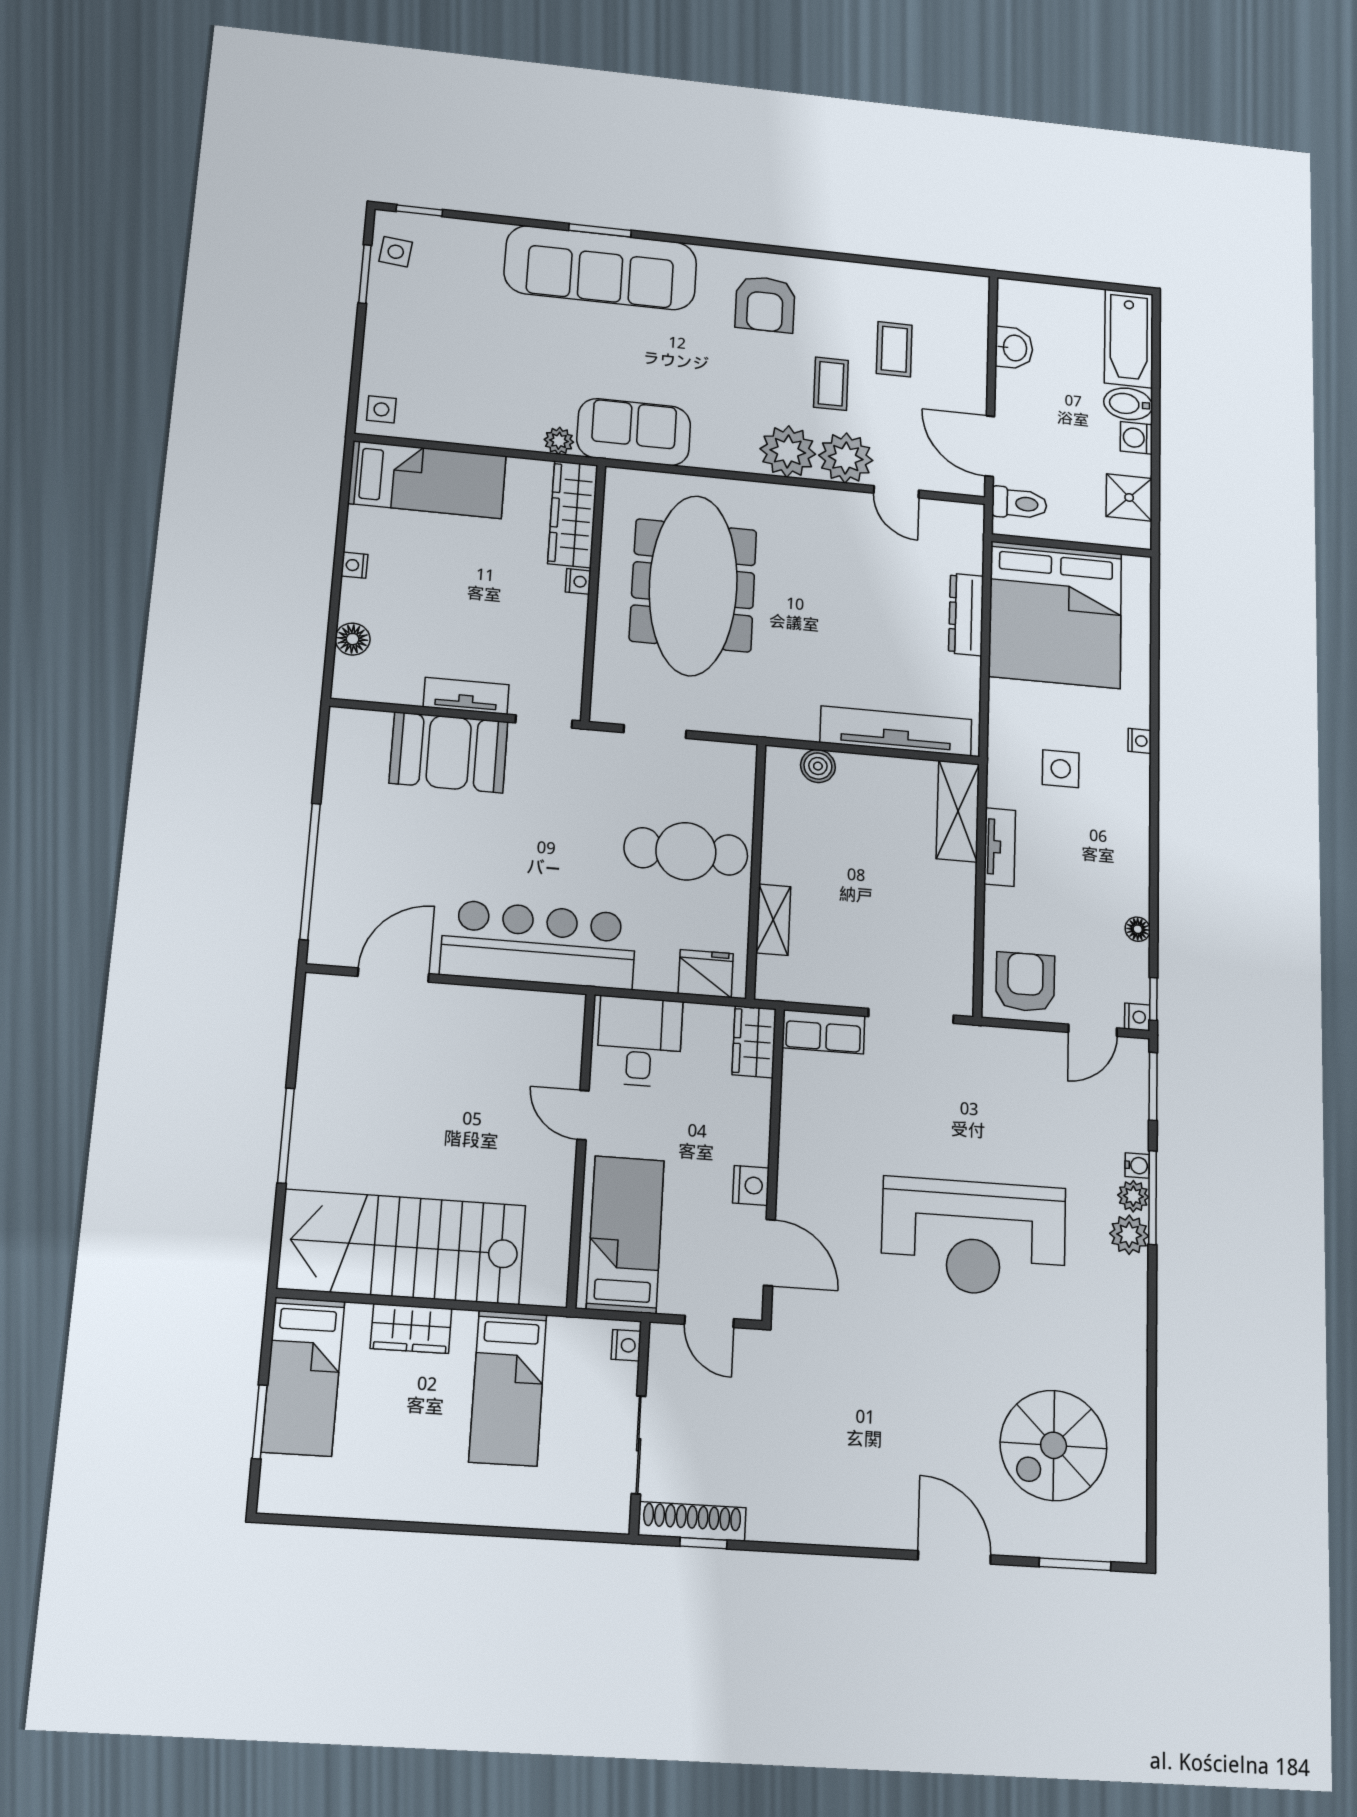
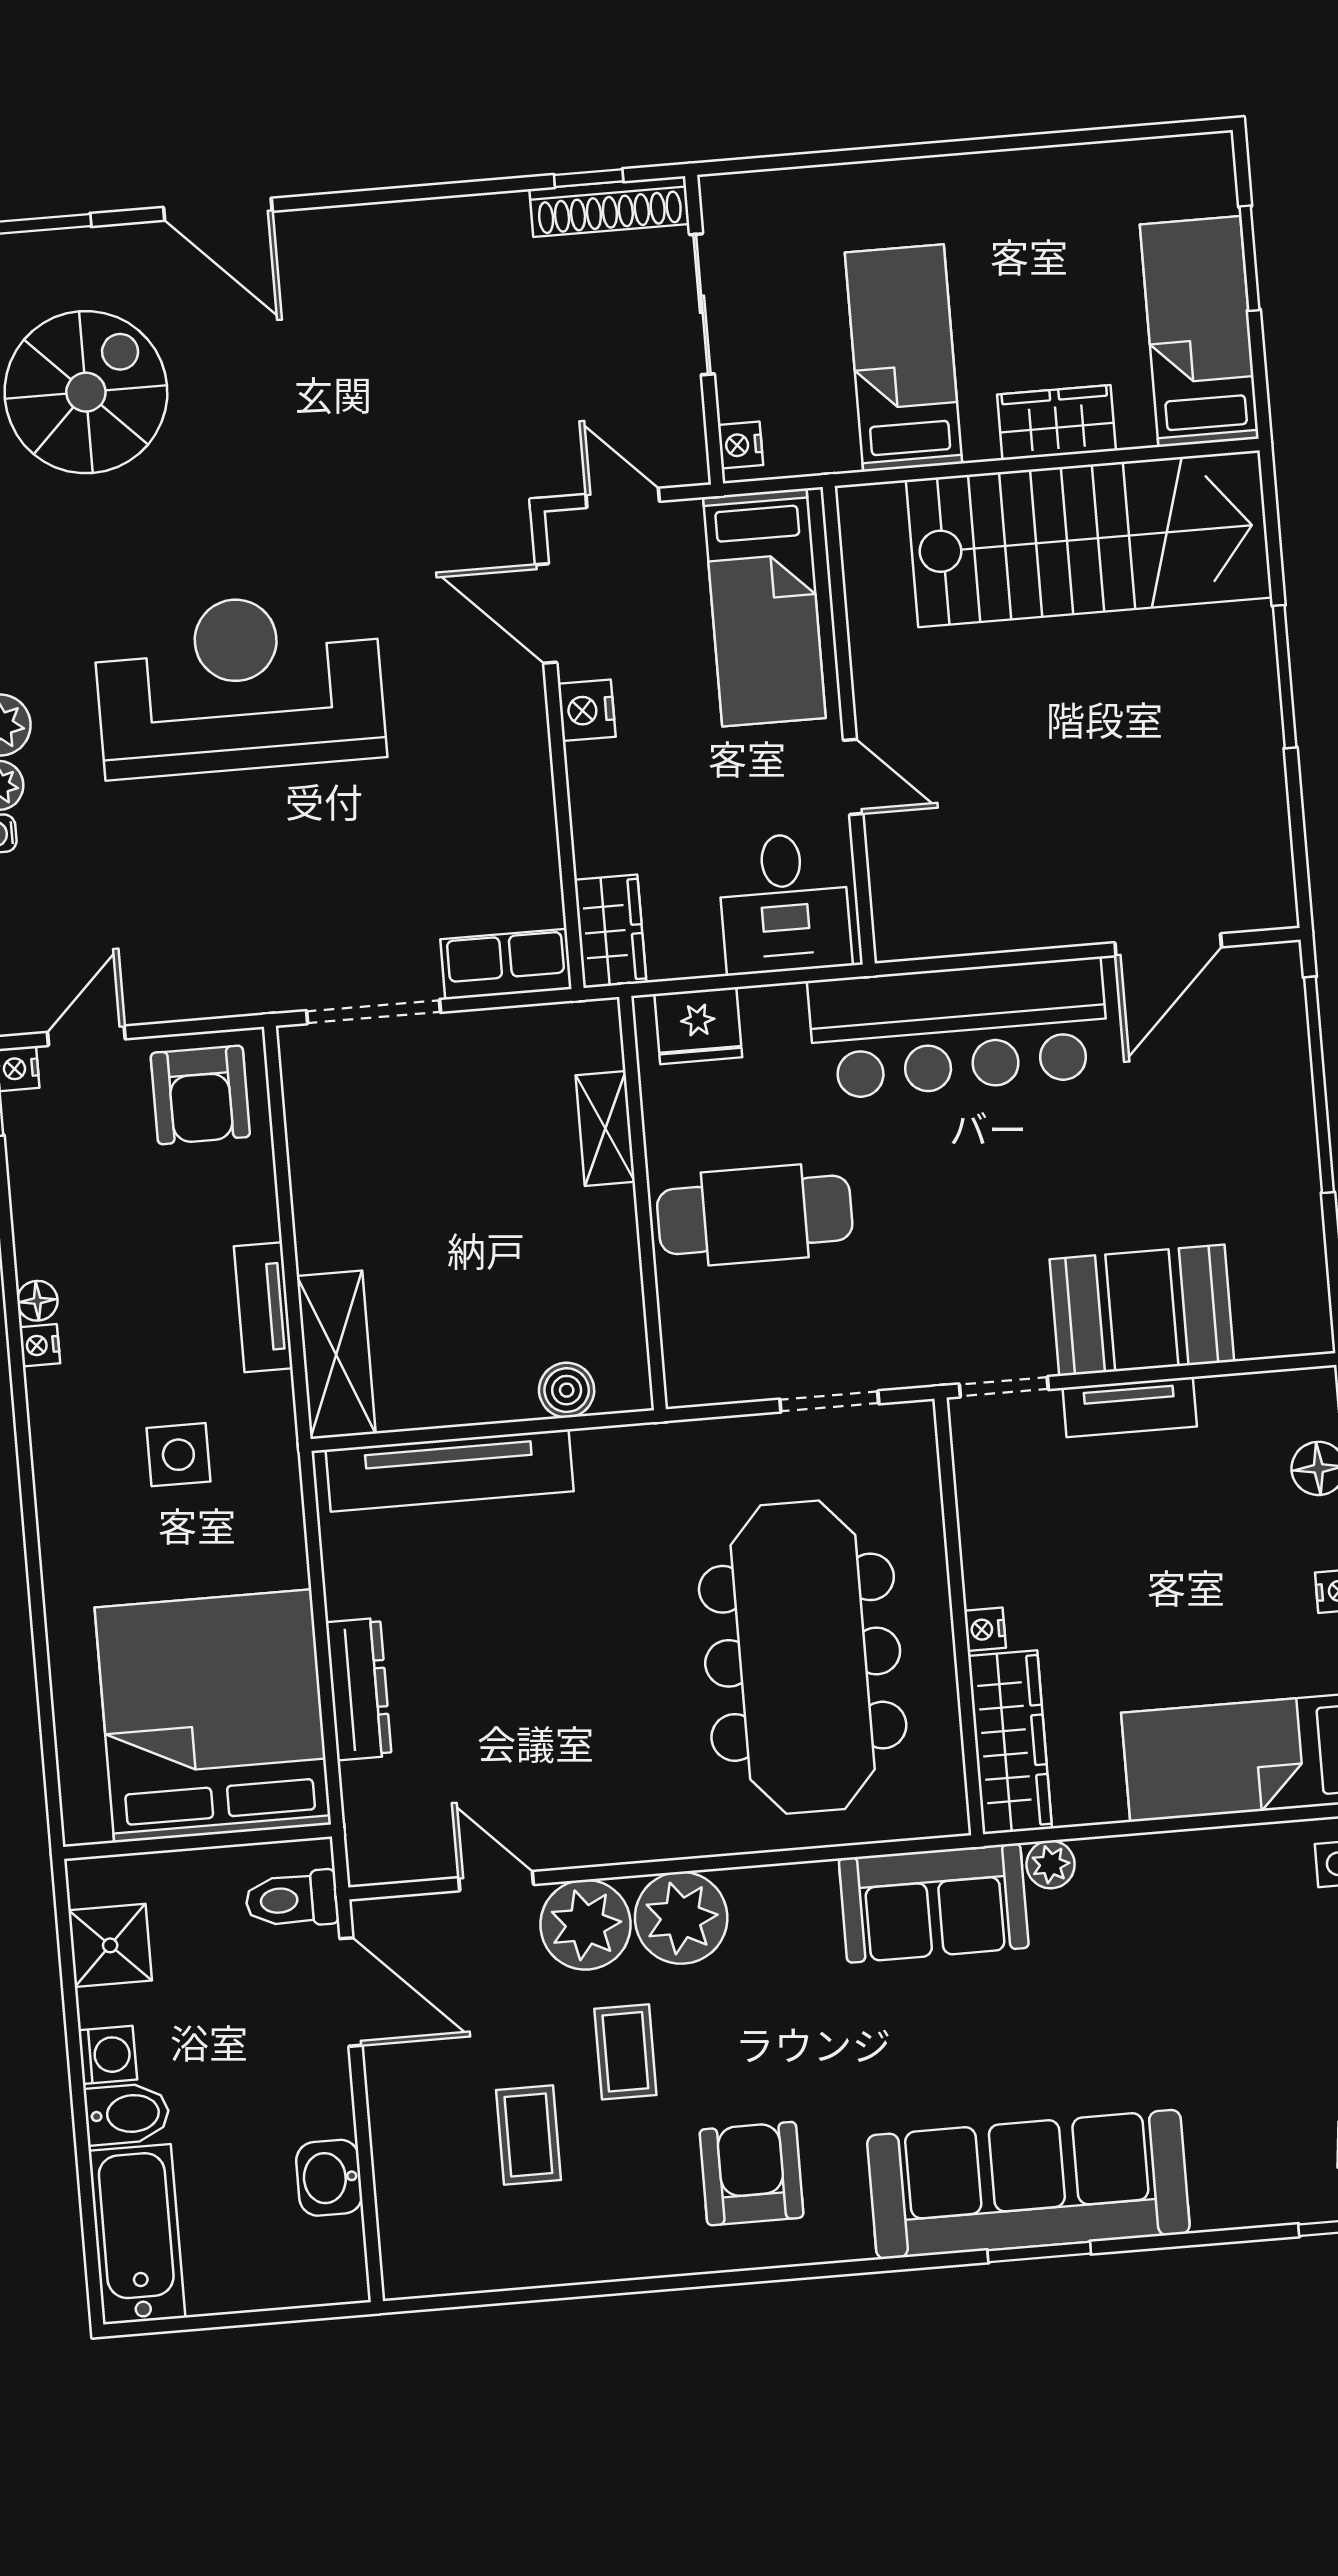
nightstand: (1140, 741) -> (40, 1345), moved
floor lamp: (1138, 929) -> (37, 1301), moved

